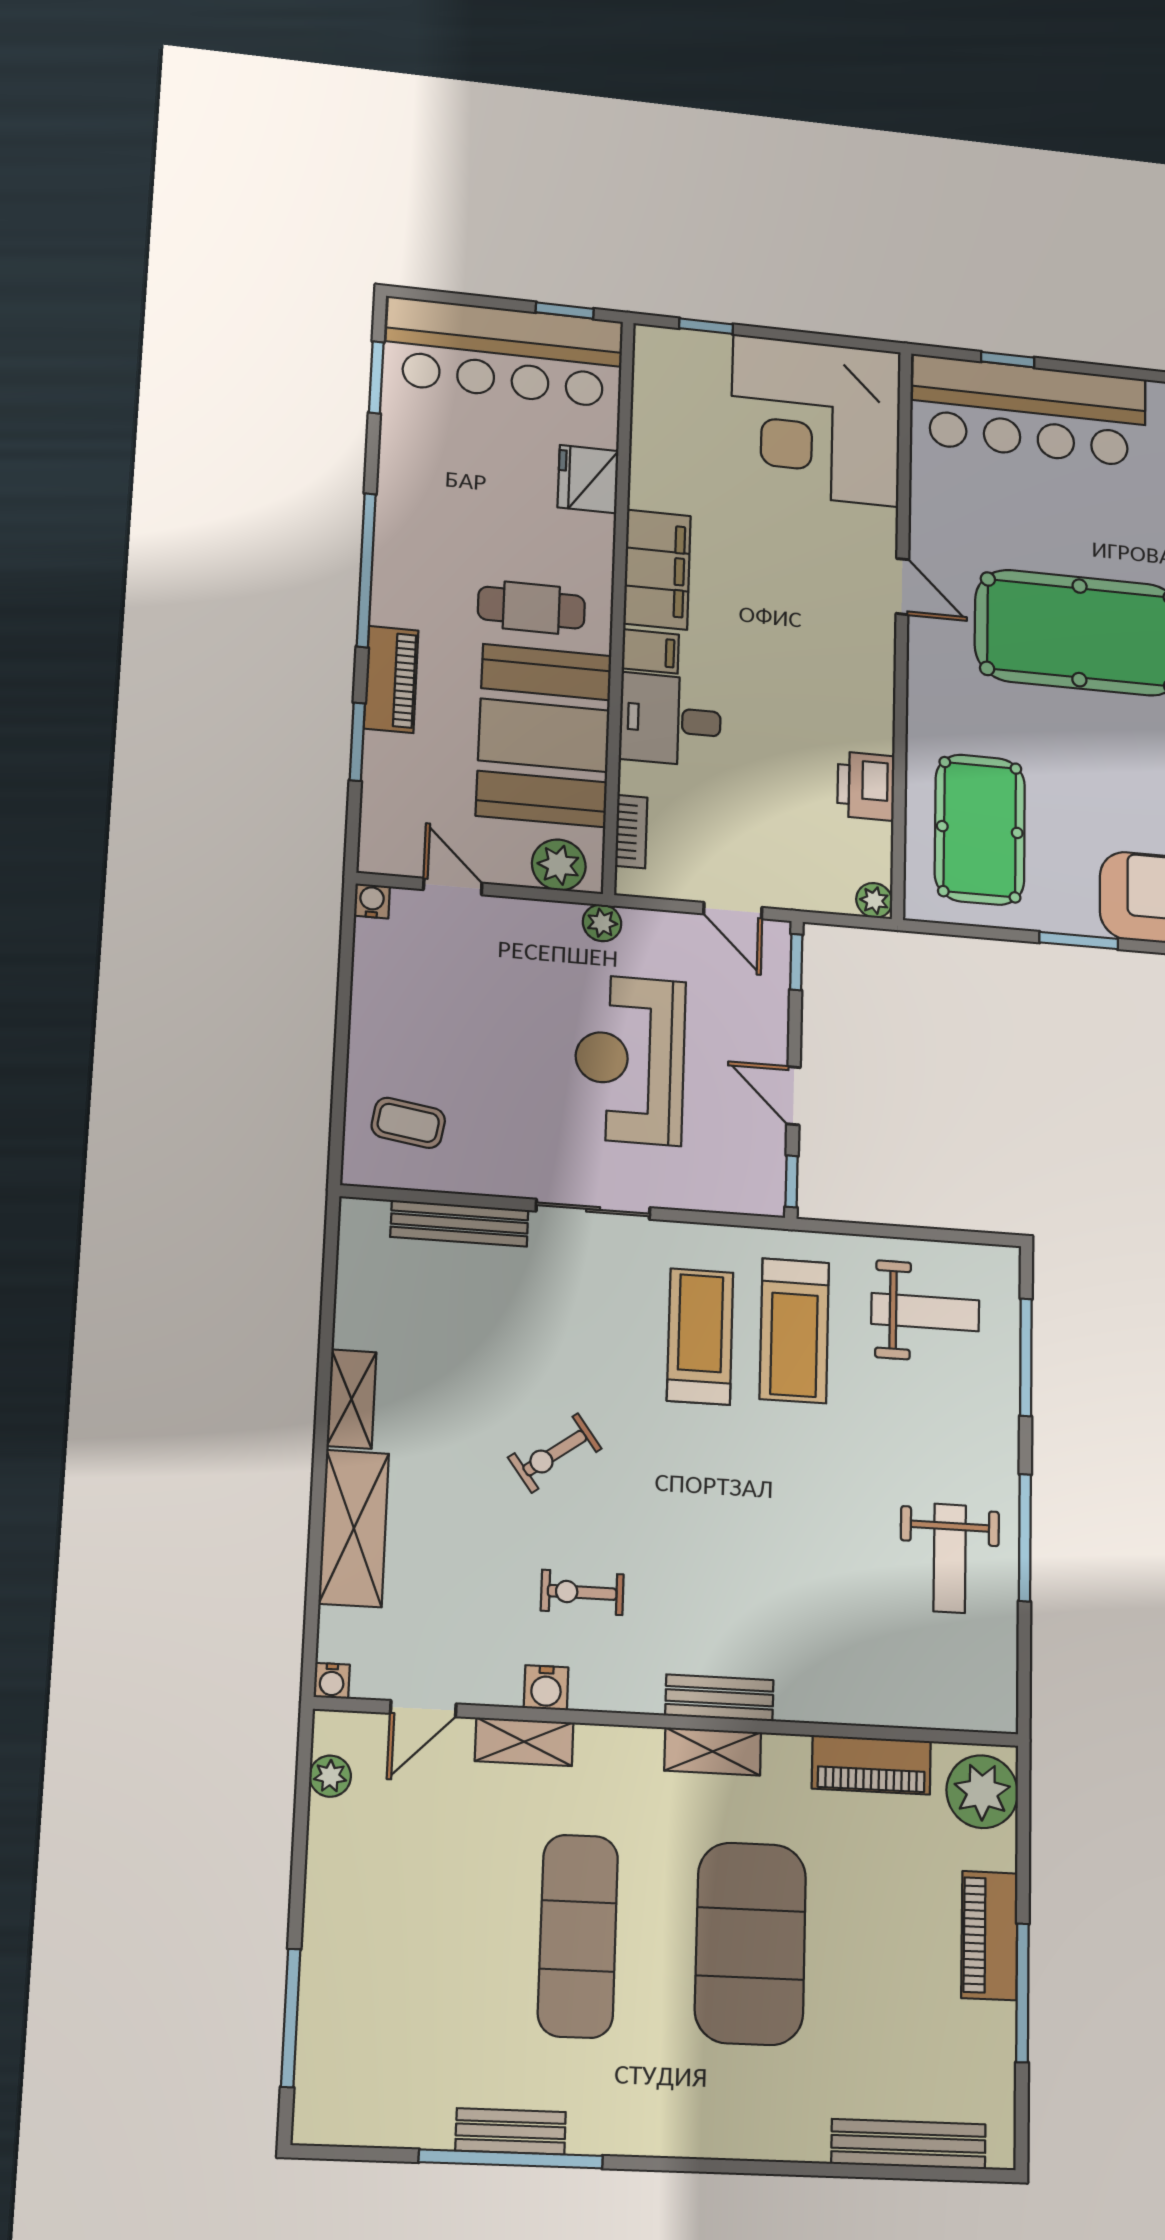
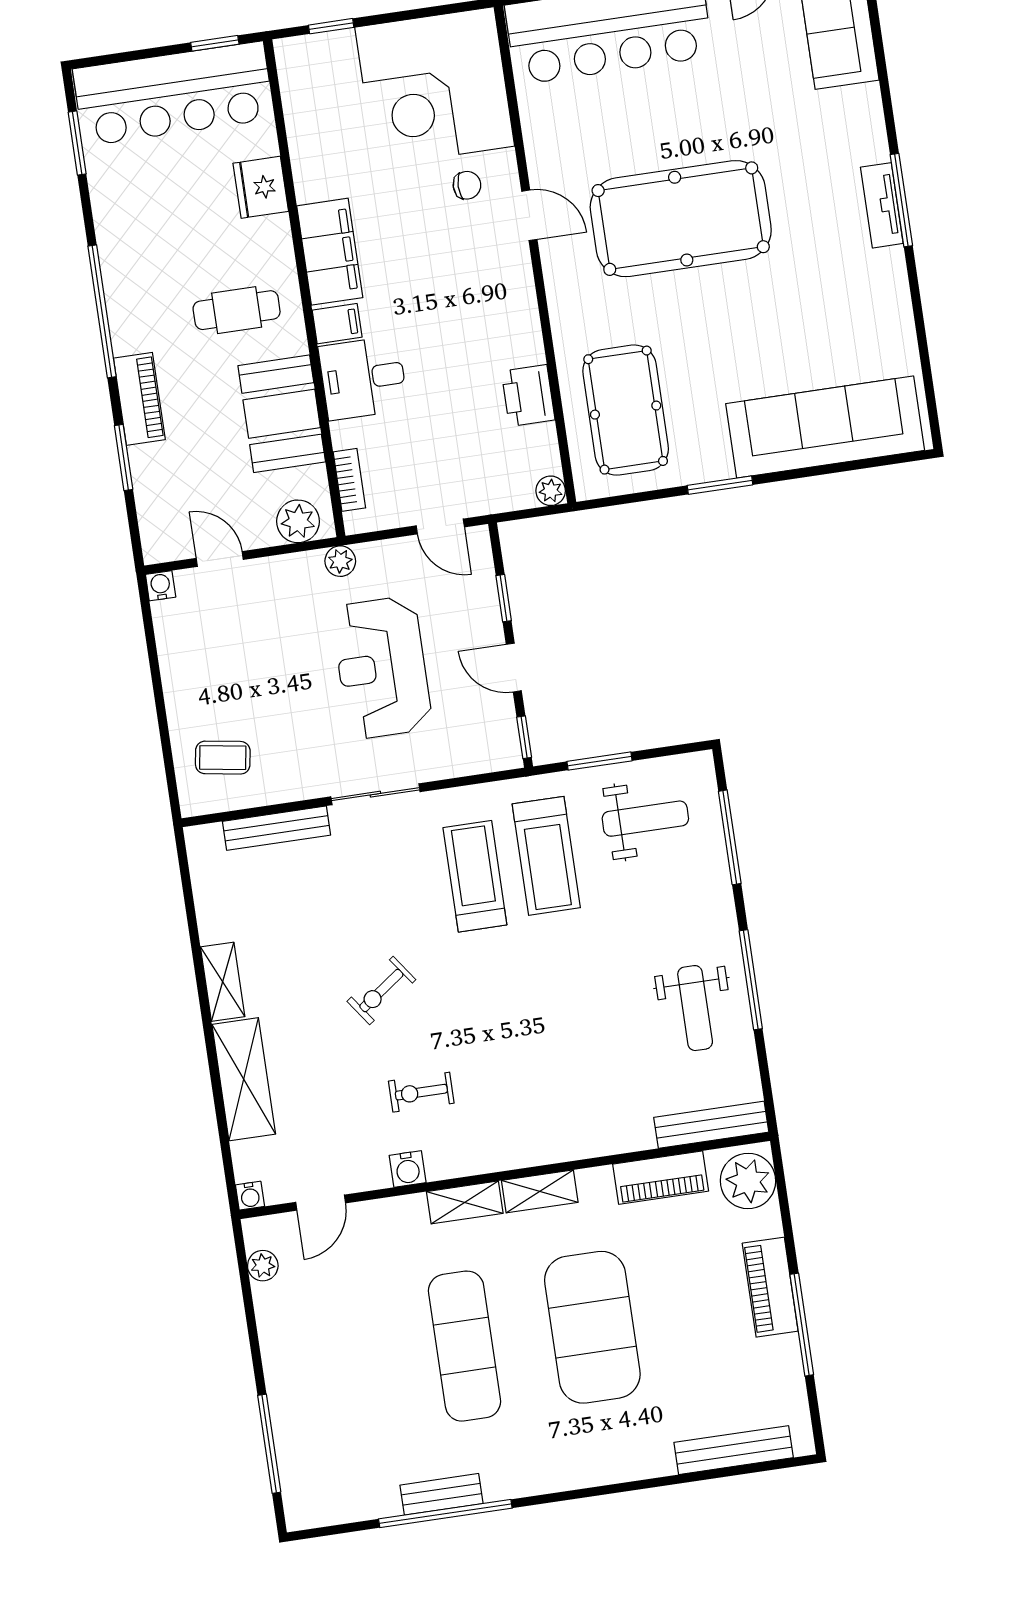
chair: (834, 536) -> (467, 185), added
booth: (544, 735) -> (282, 414), width x0.73, depth x0.70
window: (796, 962) -> (504, 598), moved
window: (880, 1230) -> (599, 761), added
bench: (719, 1698) -> (711, 1125), moved, width x1.36
shelving: (524, 1742) -> (465, 1202), moved

